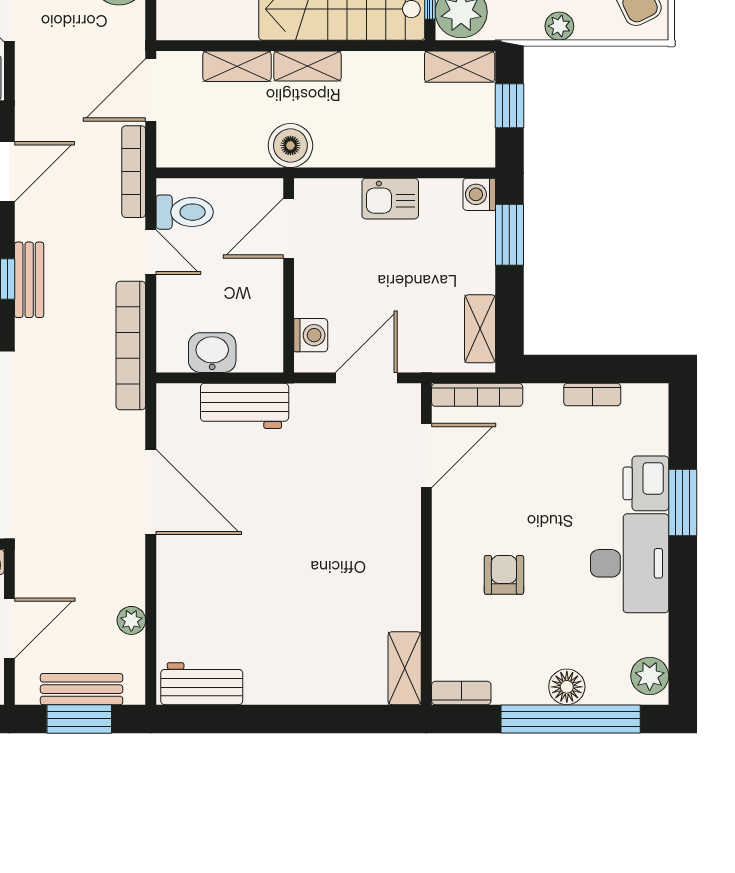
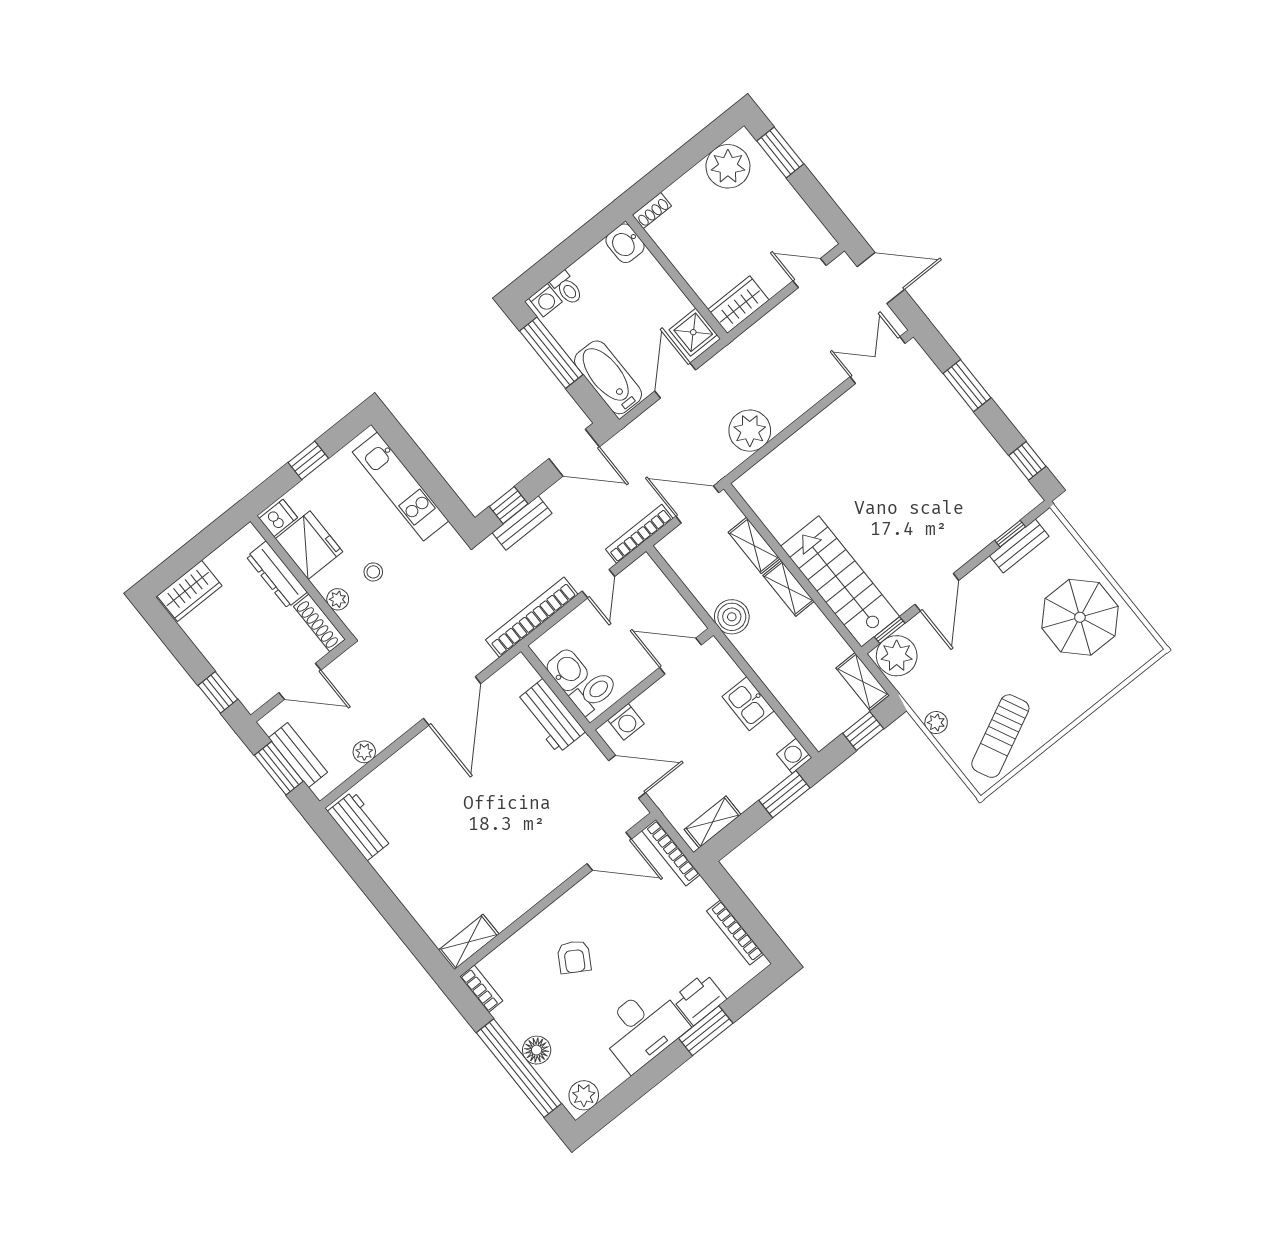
toilet: (185, 212) -> (594, 693), moved, turned -90
bookcase: (592, 395) -> (735, 932), width x1.56
armchair: (504, 575) -> (574, 957), turned 121

